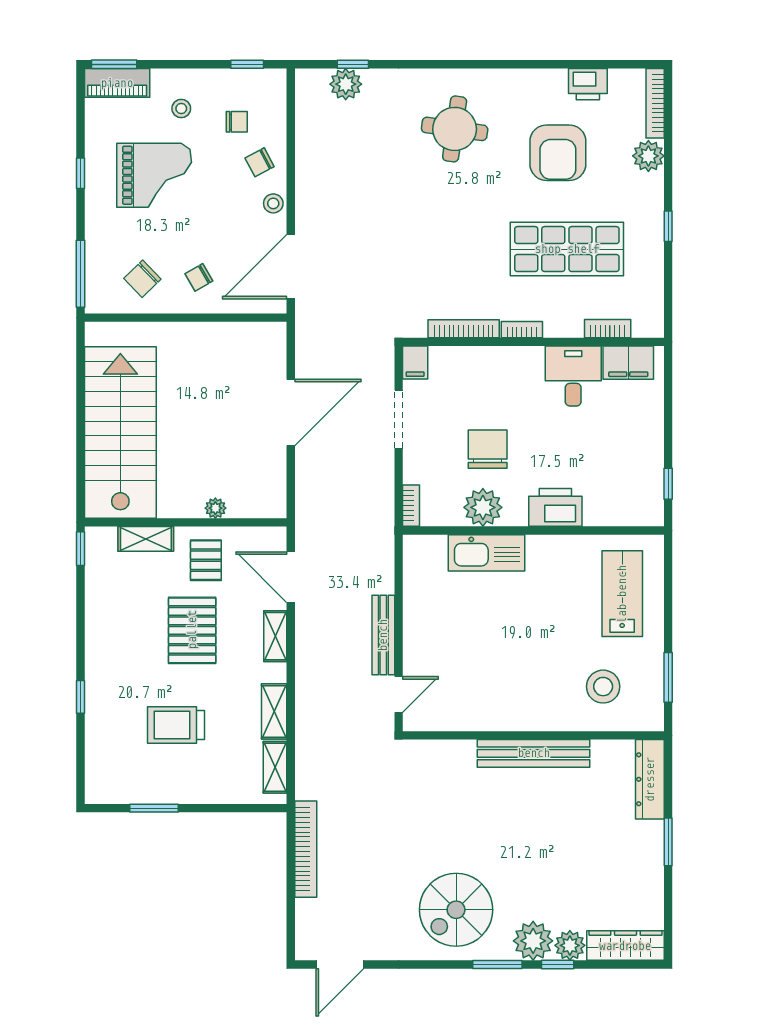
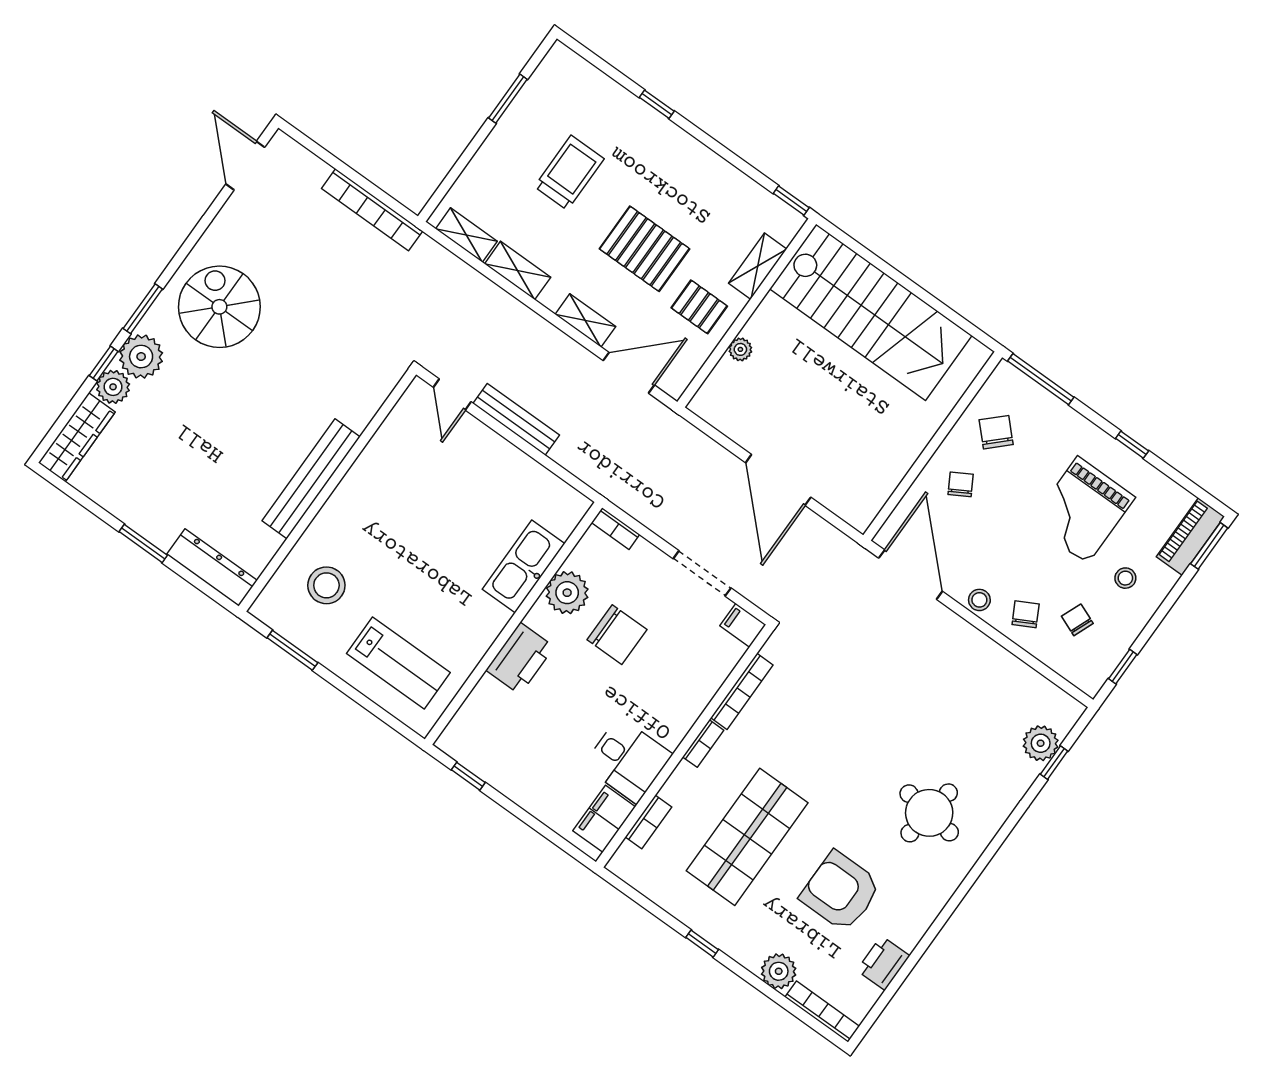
chair: (237, 122) -> (1077, 620), turned 112

